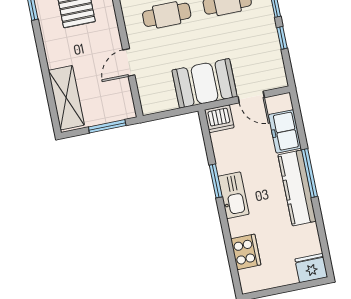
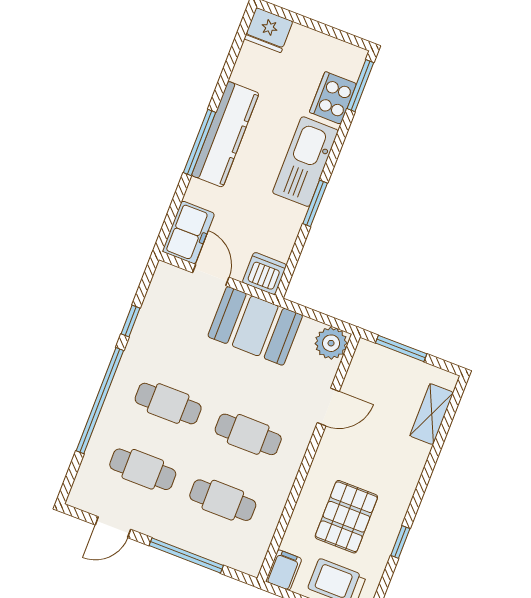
shelving: (66, 98) -> (432, 414), width x0.67, depth x0.75
plant: (152, 102) -> (331, 343), added
freezer: (285, 131) -> (188, 232), moved
kitchen sink: (233, 195) -> (305, 162), width x1.36, depth x1.24
window: (234, 270) -> (360, 86), added

